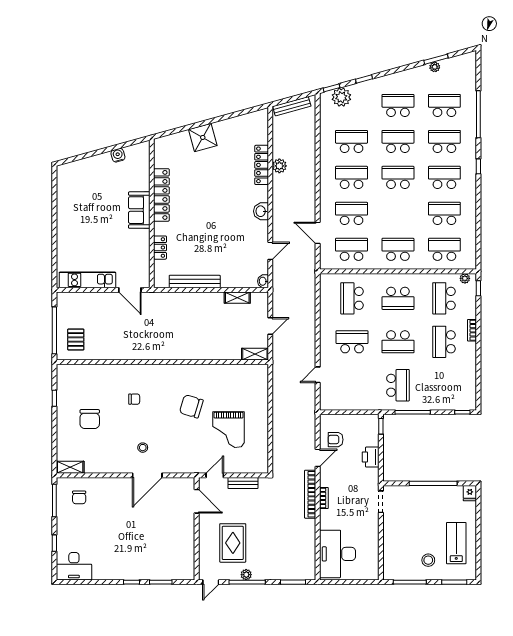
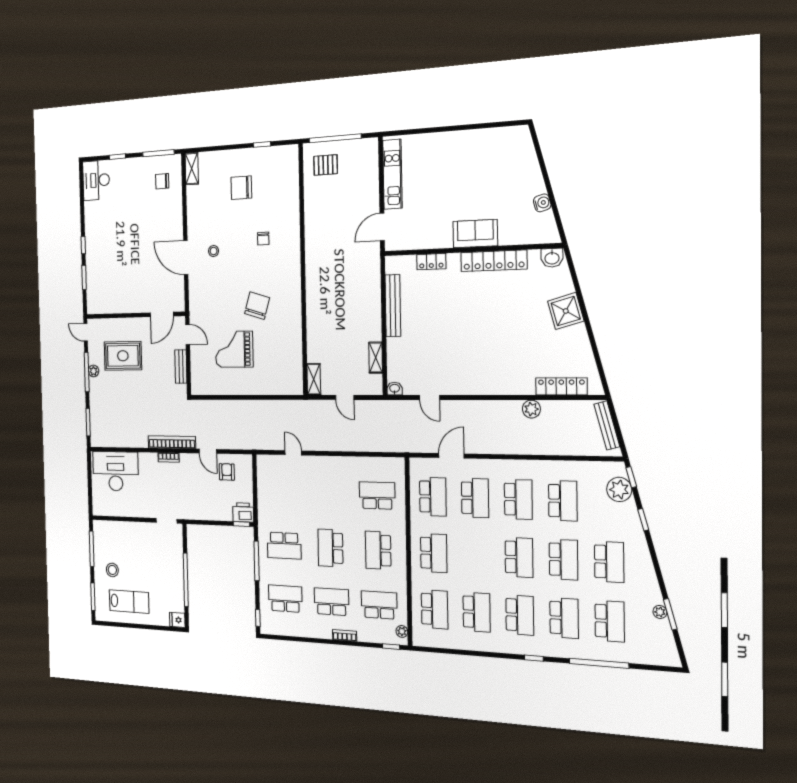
locker: (262, 165) -> (561, 386), moved
washbasin: (261, 211) -> (552, 258), moved, turned 180
school desk: (352, 342) -> (285, 599), moved, turned -90
printer: (371, 457) -> (243, 512), moved

